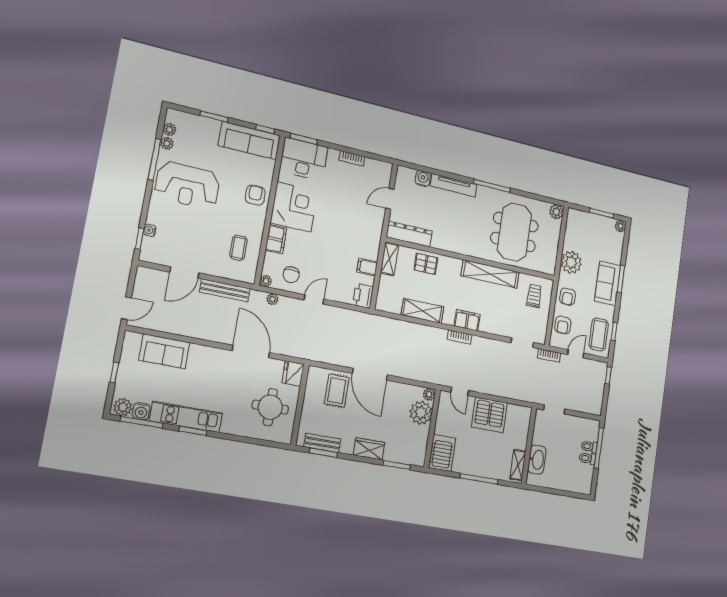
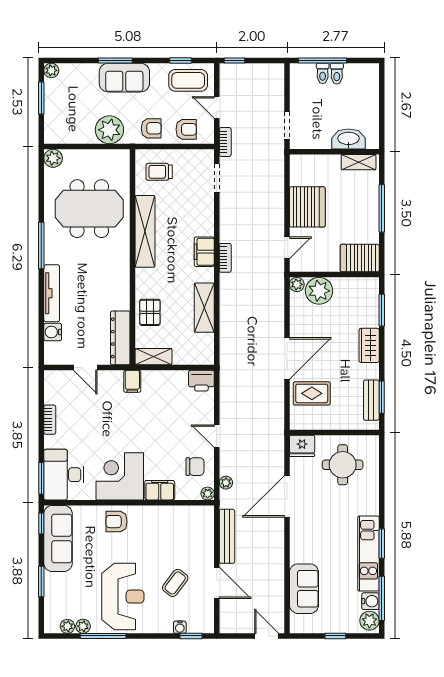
coffee table: (238, 248) -> (175, 583), moved, turned -53
filing cabinet: (367, 267) -> (132, 381), moved

